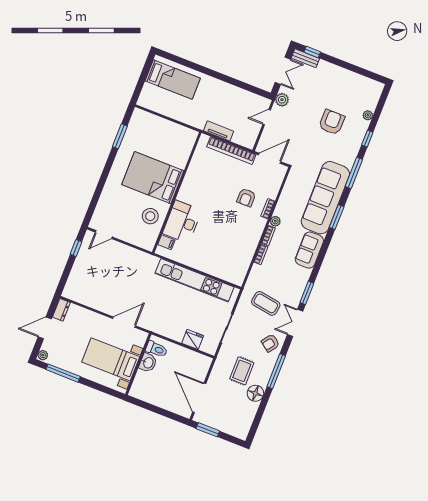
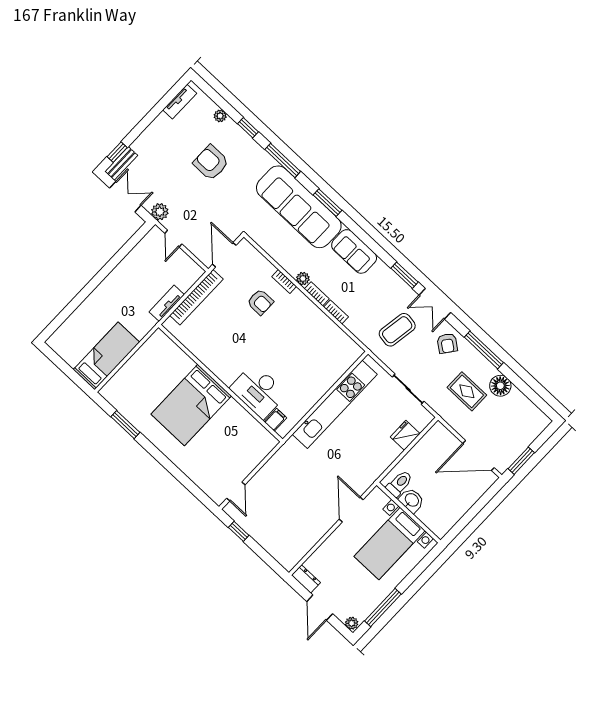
bed: (173, 80) -> (106, 356), moved
tv unit: (366, 82) -> (180, 102), added
stool: (150, 216) -> (236, 427), removed

